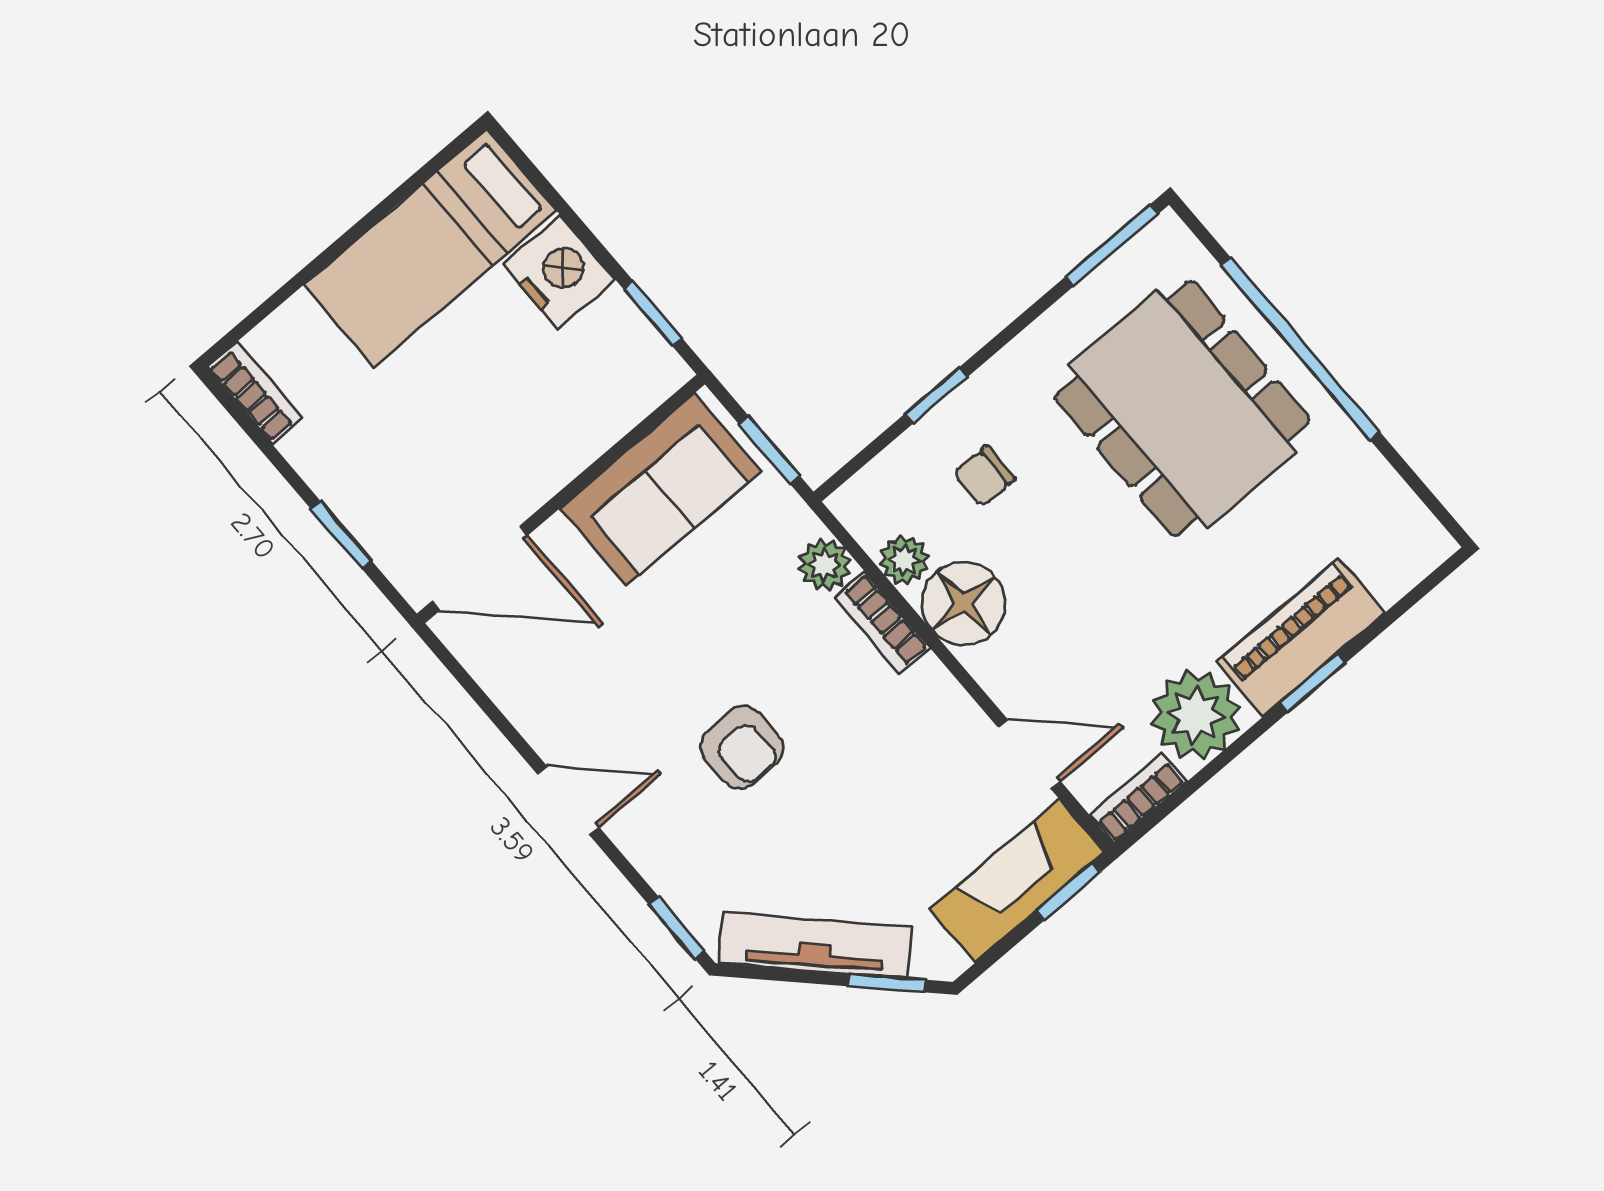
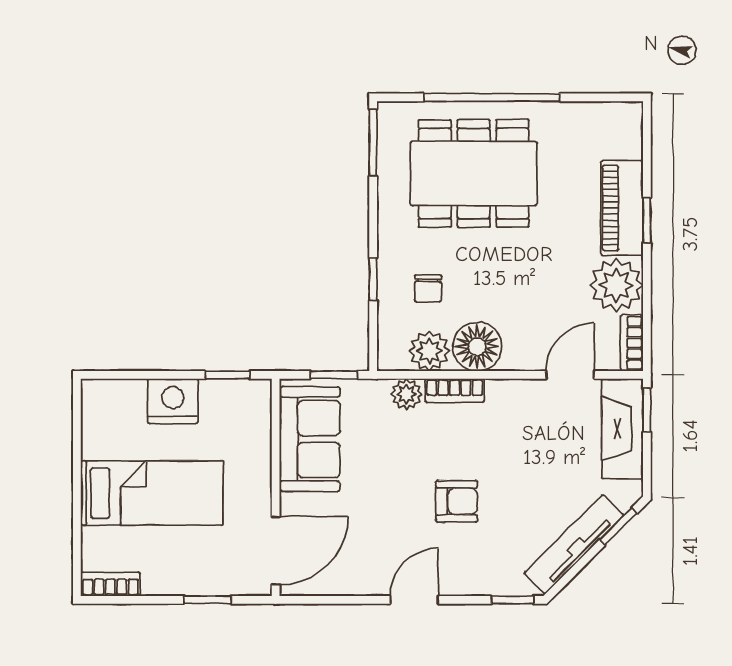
bed: (430, 248) -> (152, 493), moved, turned -90
plant: (904, 560) -> (429, 351), width x1.38, depth x1.38

